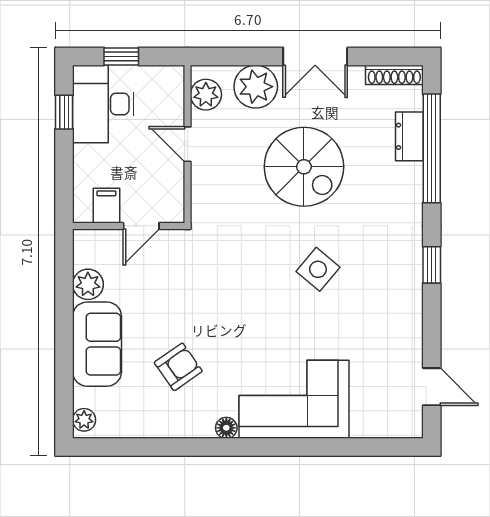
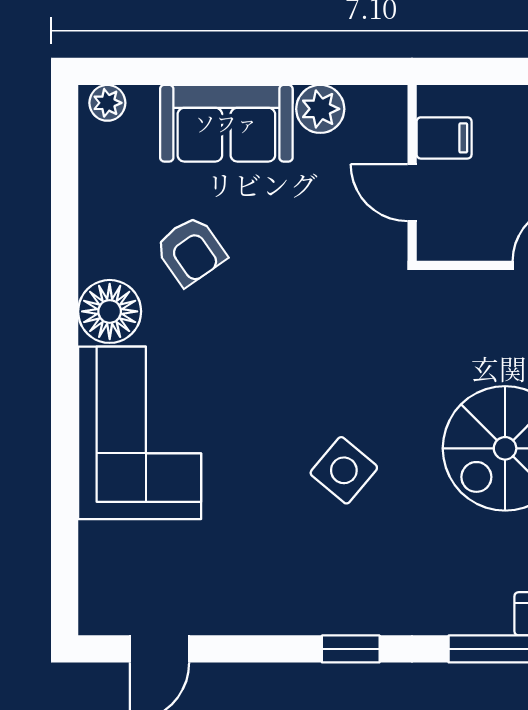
floor lamp: (226, 428) -> (110, 311), width x1.89, depth x1.89

